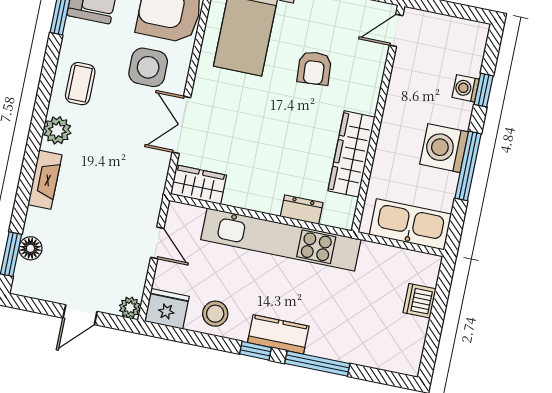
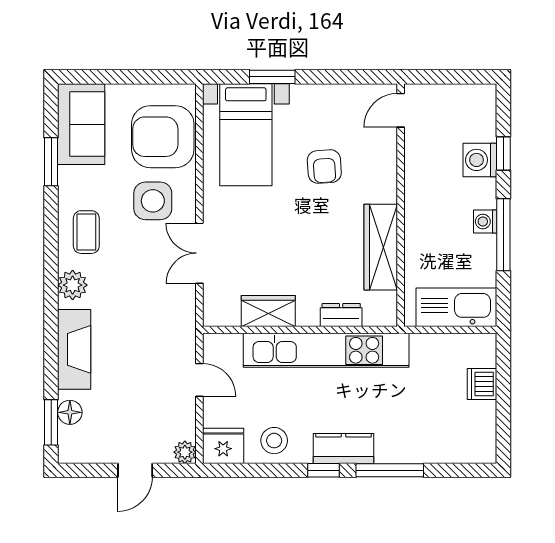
washing machine: (466, 88) -> (480, 160), width x1.38, depth x1.38
washing machine: (444, 148) -> (485, 222), width x0.53, depth x0.53
fireplace: (45, 180) -> (74, 349), width x1.37, depth x1.32
wardrobe: (198, 185) -> (268, 311), moved

